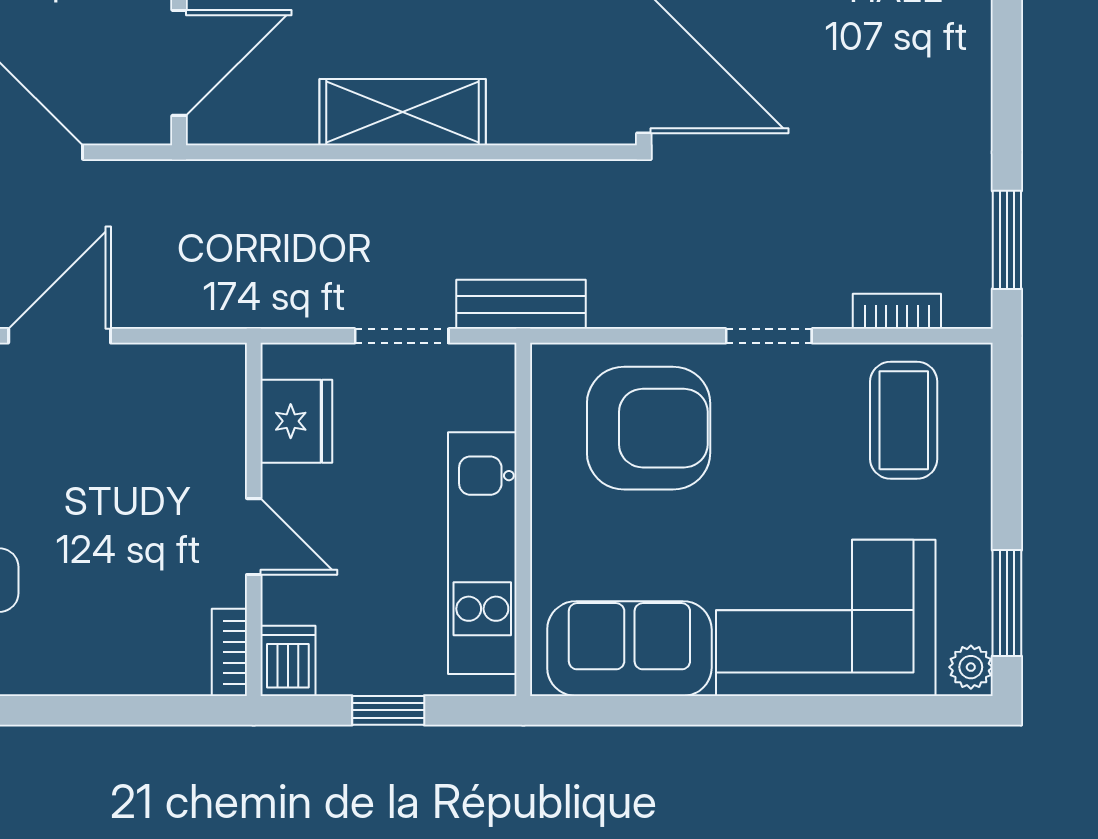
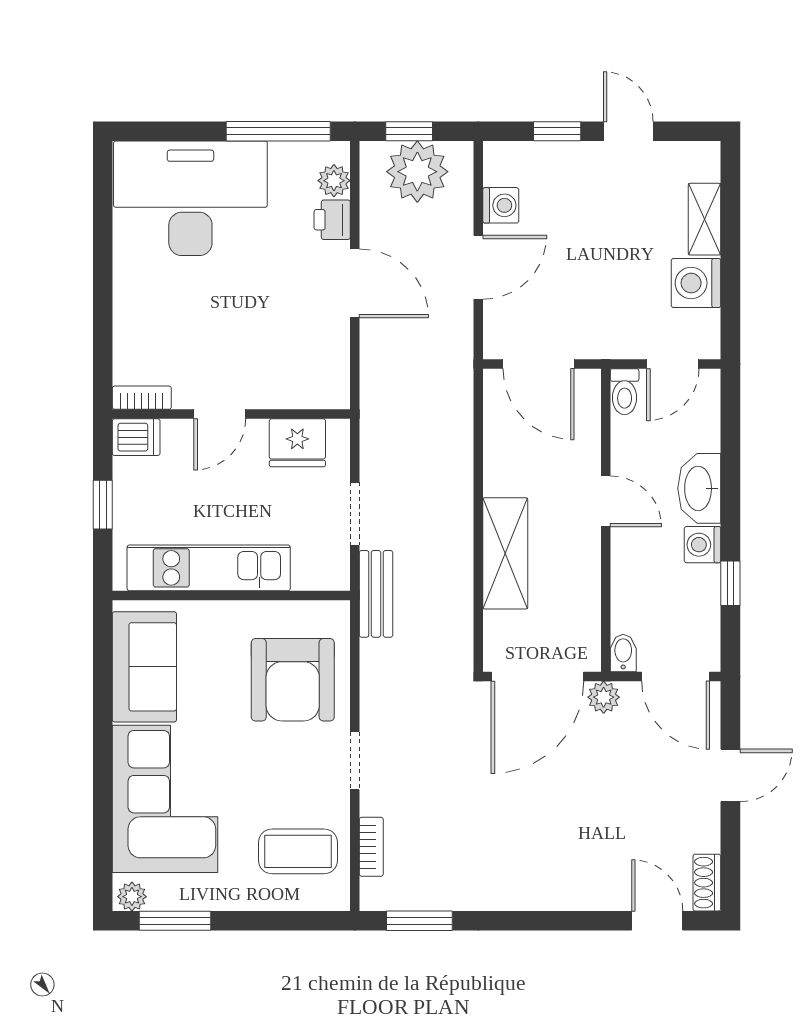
shelving: (403, 112) -> (505, 553), moved

